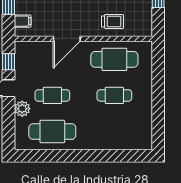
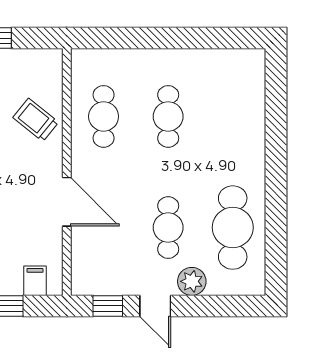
trolley: (113, 21) -> (36, 120), turned -51
cafe table: (114, 59) -> (104, 116), width x0.73, depth x0.74

